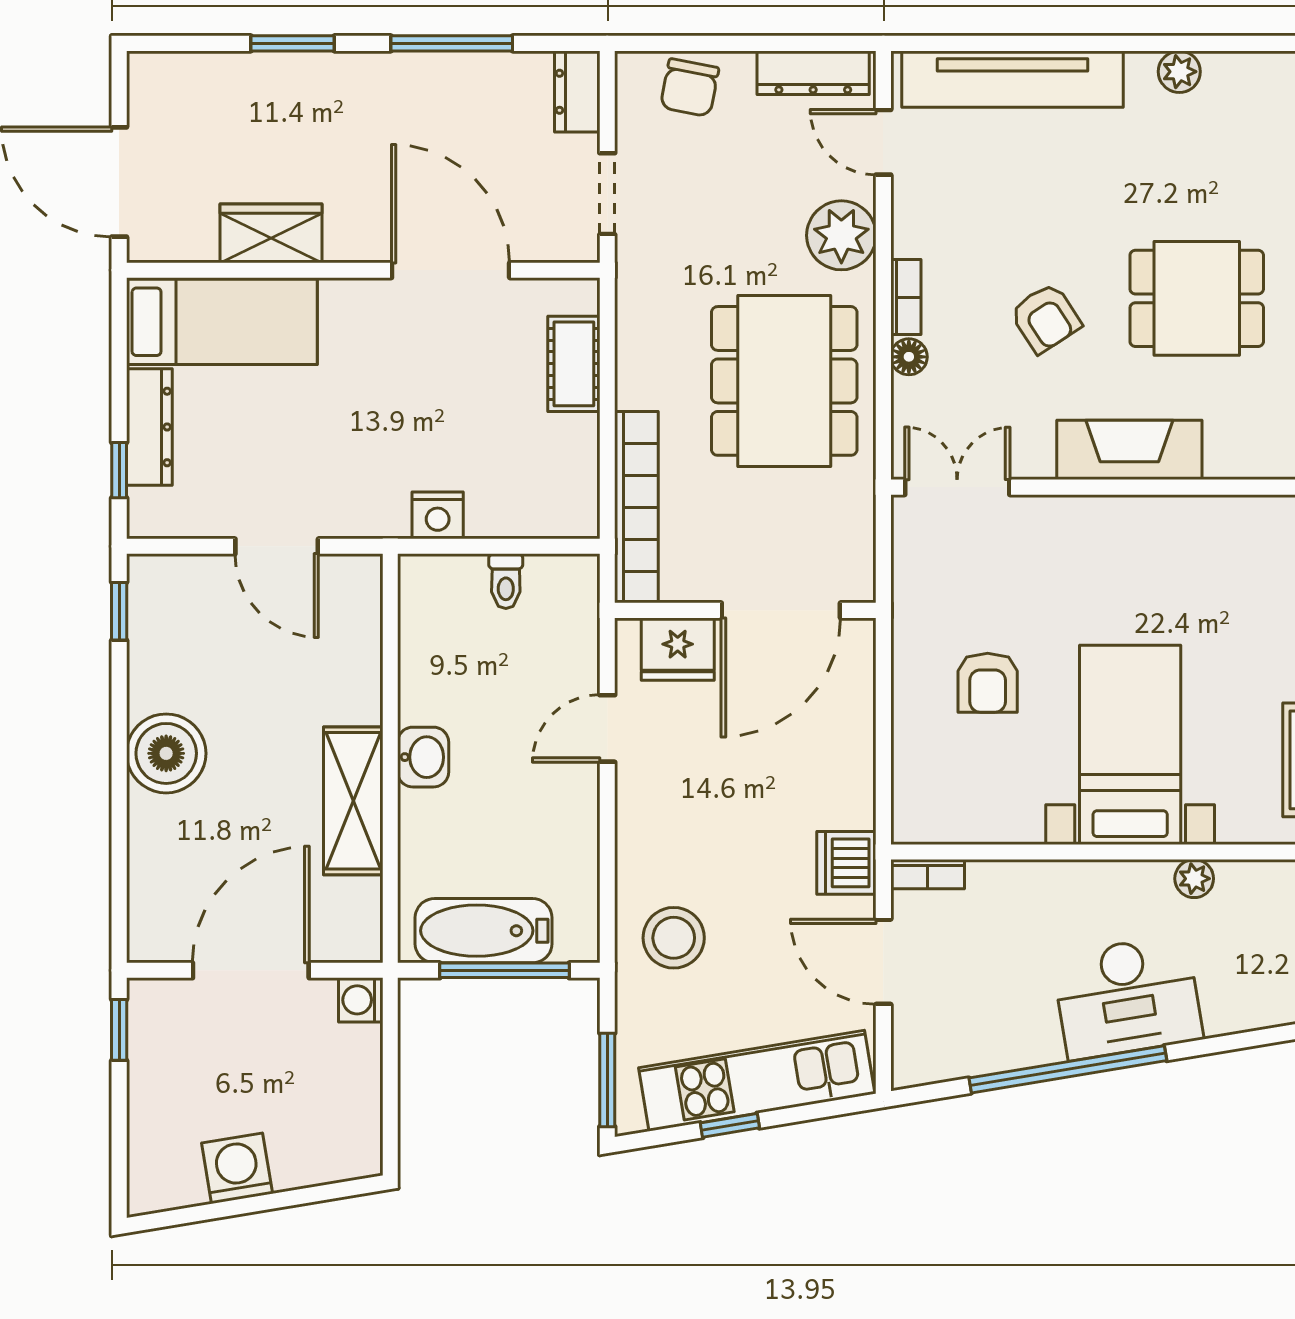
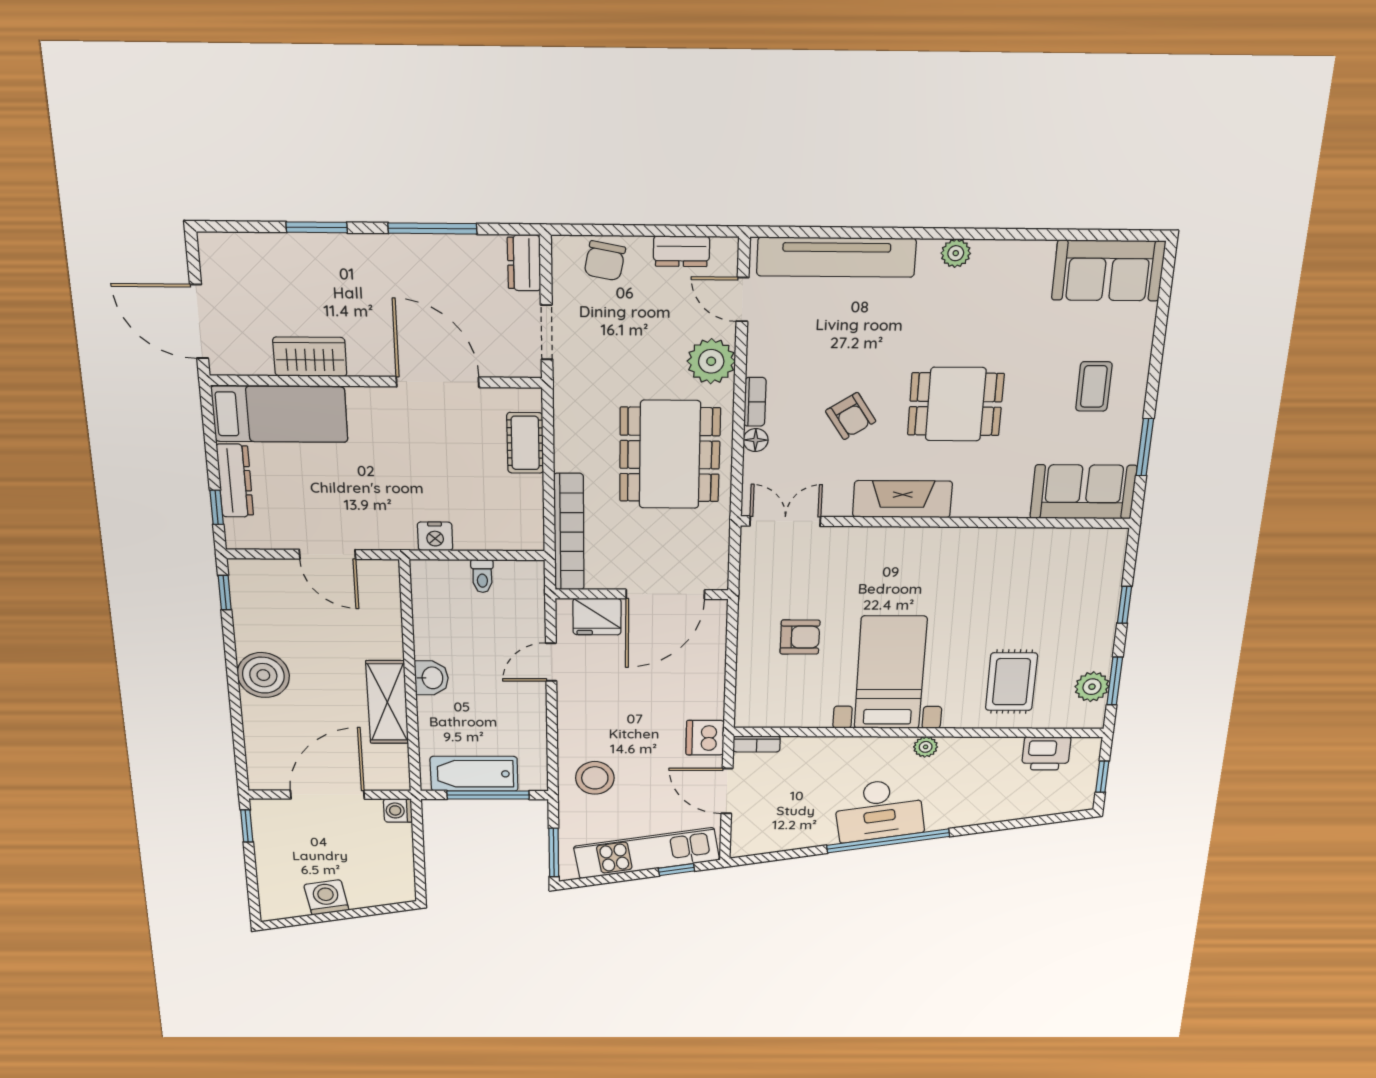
dresser: (813, 73) -> (681, 251), width x0.70
armchair: (988, 683) -> (800, 637), turned -90
window: (1068, 1069) -> (888, 841), moved
window: (730, 1125) -> (676, 870), moved

